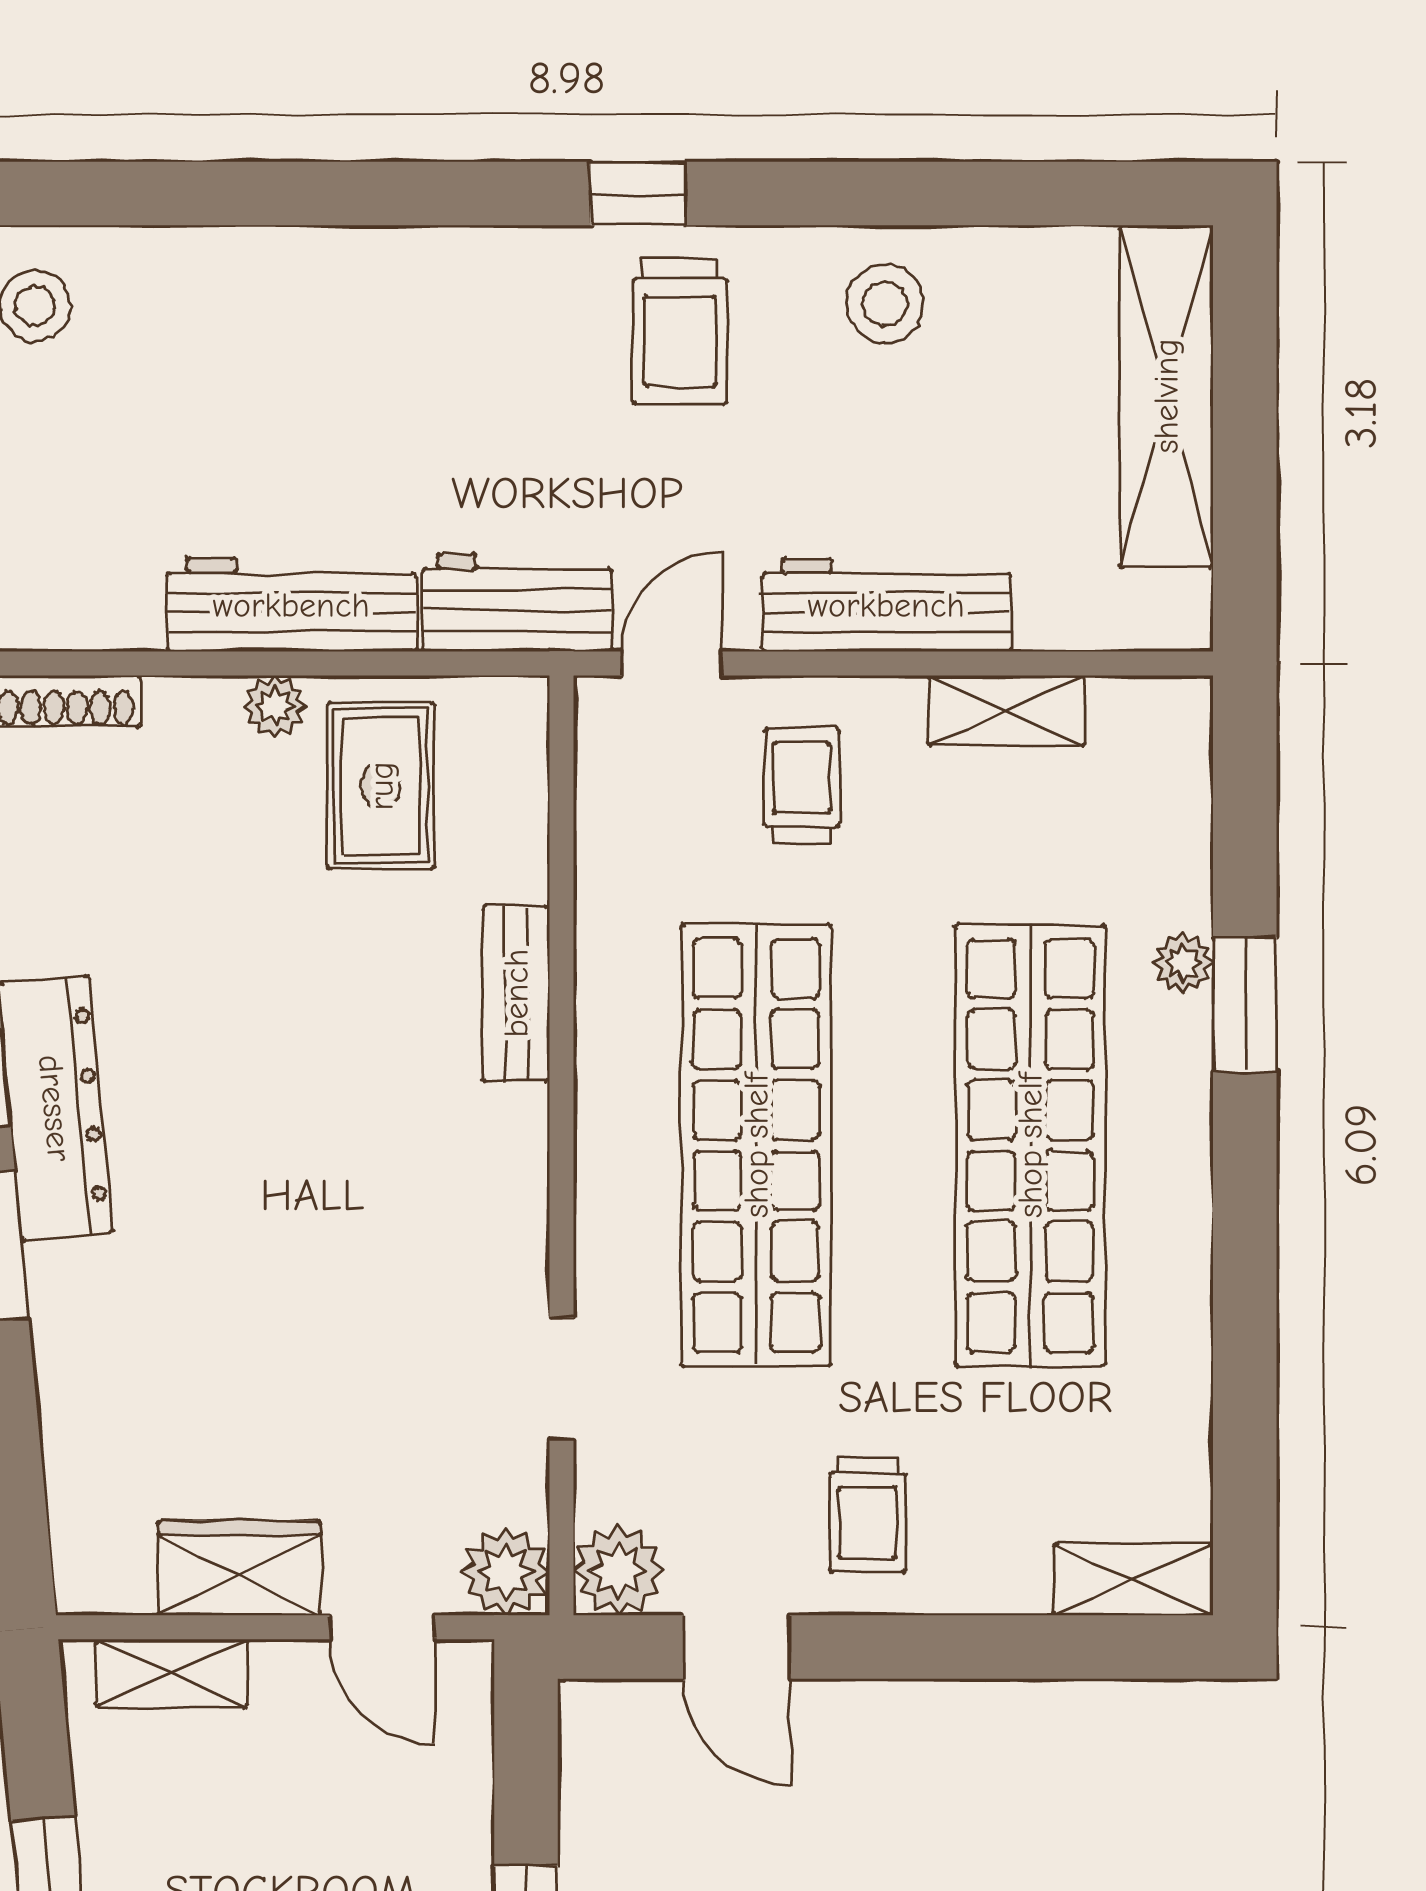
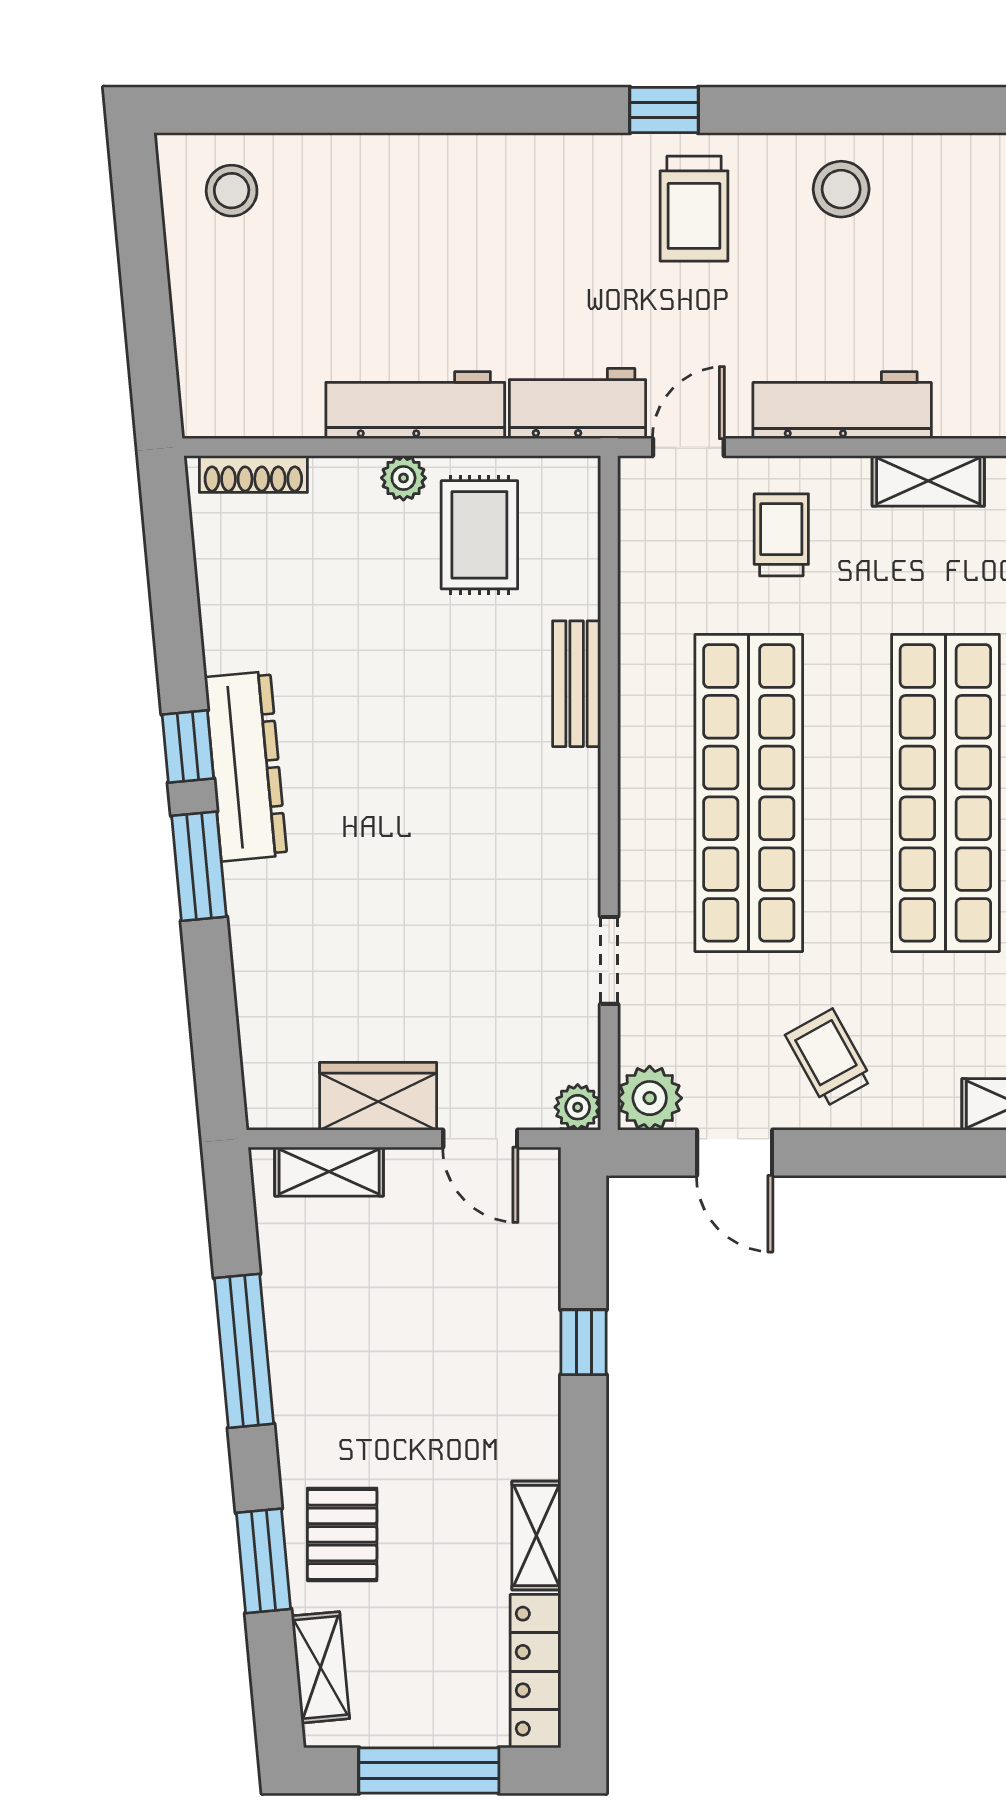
trolley: (868, 1515) -> (829, 1058), turned 151
plant: (506, 1571) -> (578, 1107), width x0.73, depth x0.73

